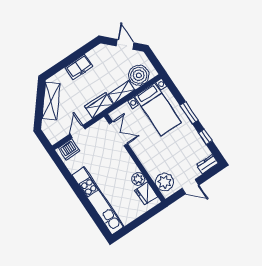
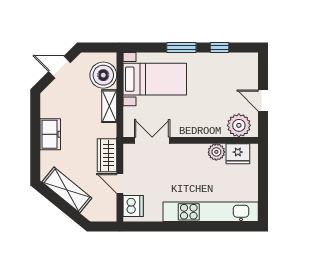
wardrobe: (99, 105) -> (107, 155), moved
dresser: (207, 164) -> (251, 65), removed
door: (190, 187) -> (263, 101), swing flipped

